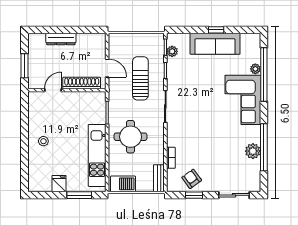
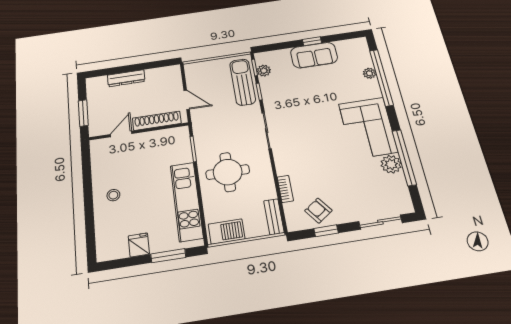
sofa: (215, 44) -> (314, 55), width x0.73
sun lounger: (140, 78) -> (243, 82), moved
corner sofa: (243, 100) -> (368, 128), moved

